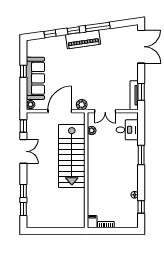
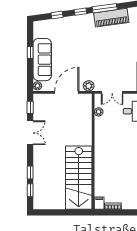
piano: (83, 39) -> (111, 18), moved
stairs: (72, 156) -> (79, 178), moved

